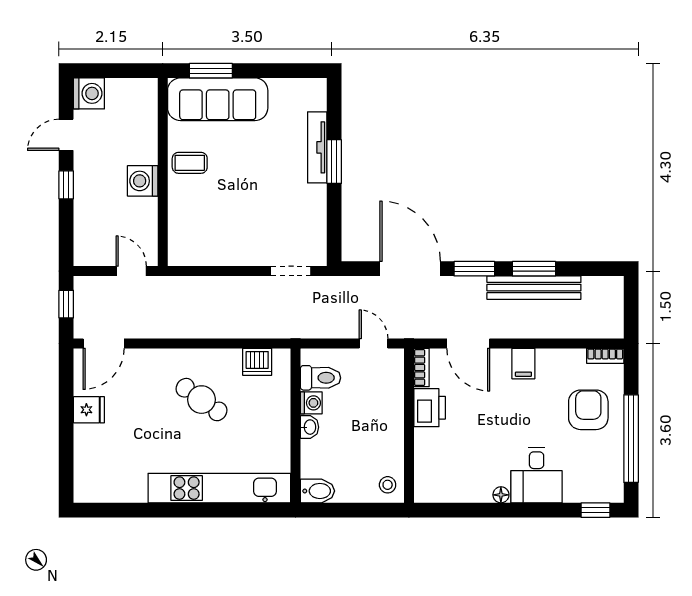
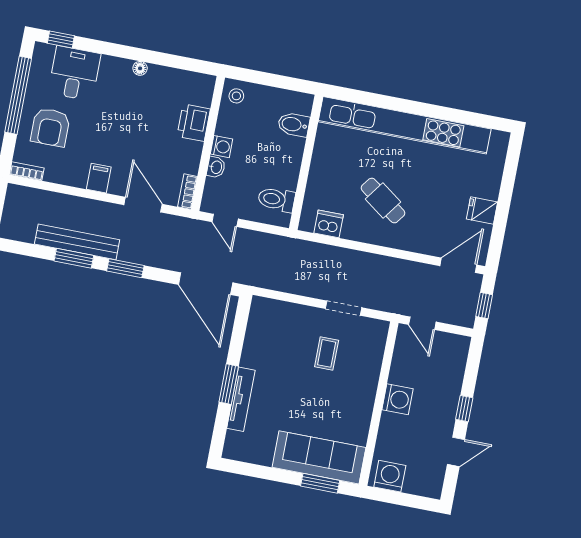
washing machine: (89, 93) -> (390, 476), moved, turned 90
coffee table: (190, 163) -> (327, 353), moved, turned 90
door: (410, 269) -> (206, 284), moved
doorway: (291, 271) -> (344, 308), moved
washing machine: (311, 403) -> (222, 147), moved, turned 180
printer: (430, 408) -> (194, 123), moved
washbasin: (309, 427) -> (216, 167), moved, turned 180
desk: (537, 475) -> (74, 73), moved
kitchen unit: (219, 488) -> (405, 125), width x1.36
bidet: (317, 491) -> (294, 125), moved

